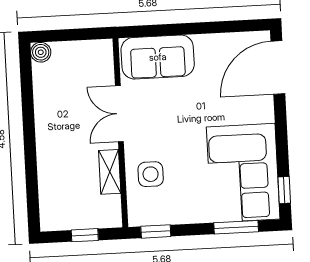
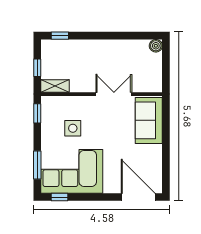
shelving: (110, 172) -> (55, 86), moved
side table: (151, 174) -> (73, 128), moved
window: (33, 203) -> (60, 36), added

